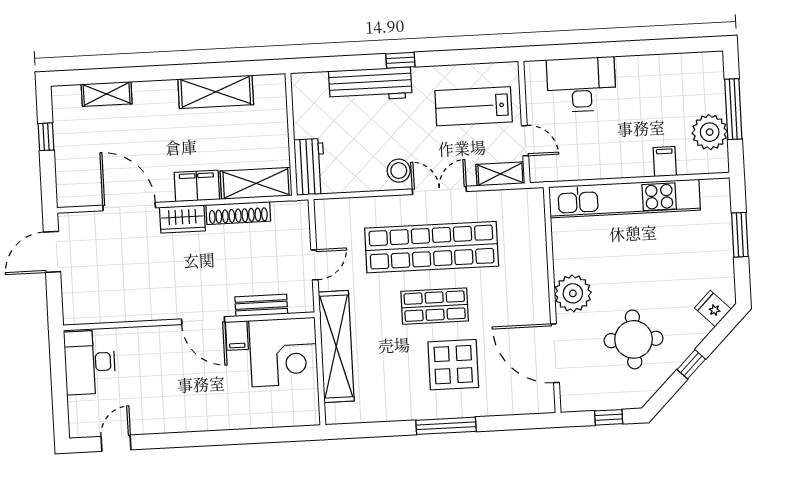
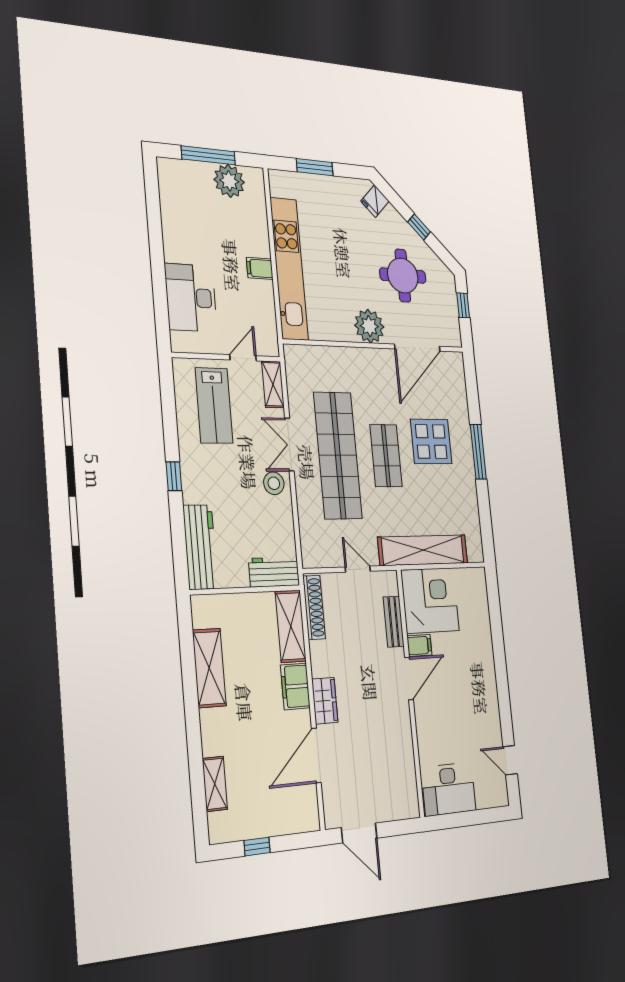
workbench: (370, 84) -> (200, 547), moved
filing cabinet: (665, 162) -> (260, 268), moved
shoe rack: (238, 213) -> (314, 607), moved

